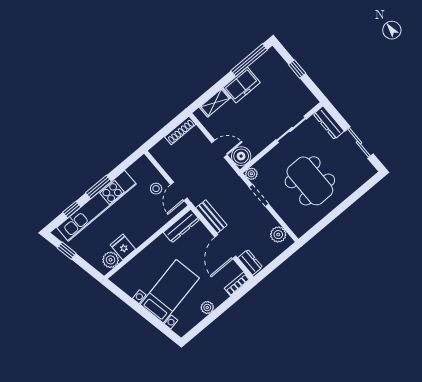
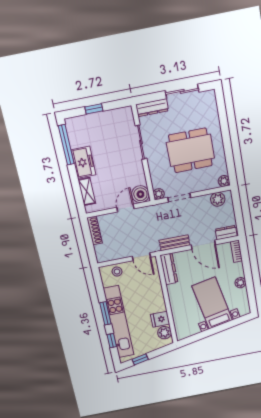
stool: (156, 189) -> (117, 272), moved
plant: (299, 230) -> (224, 181), added

